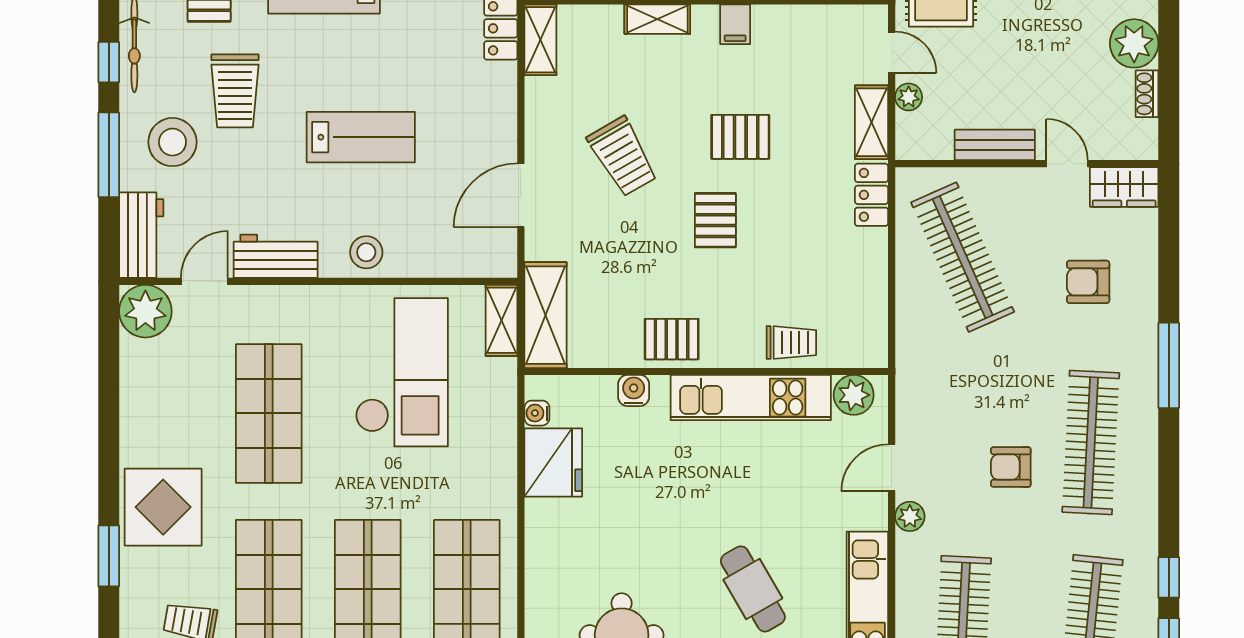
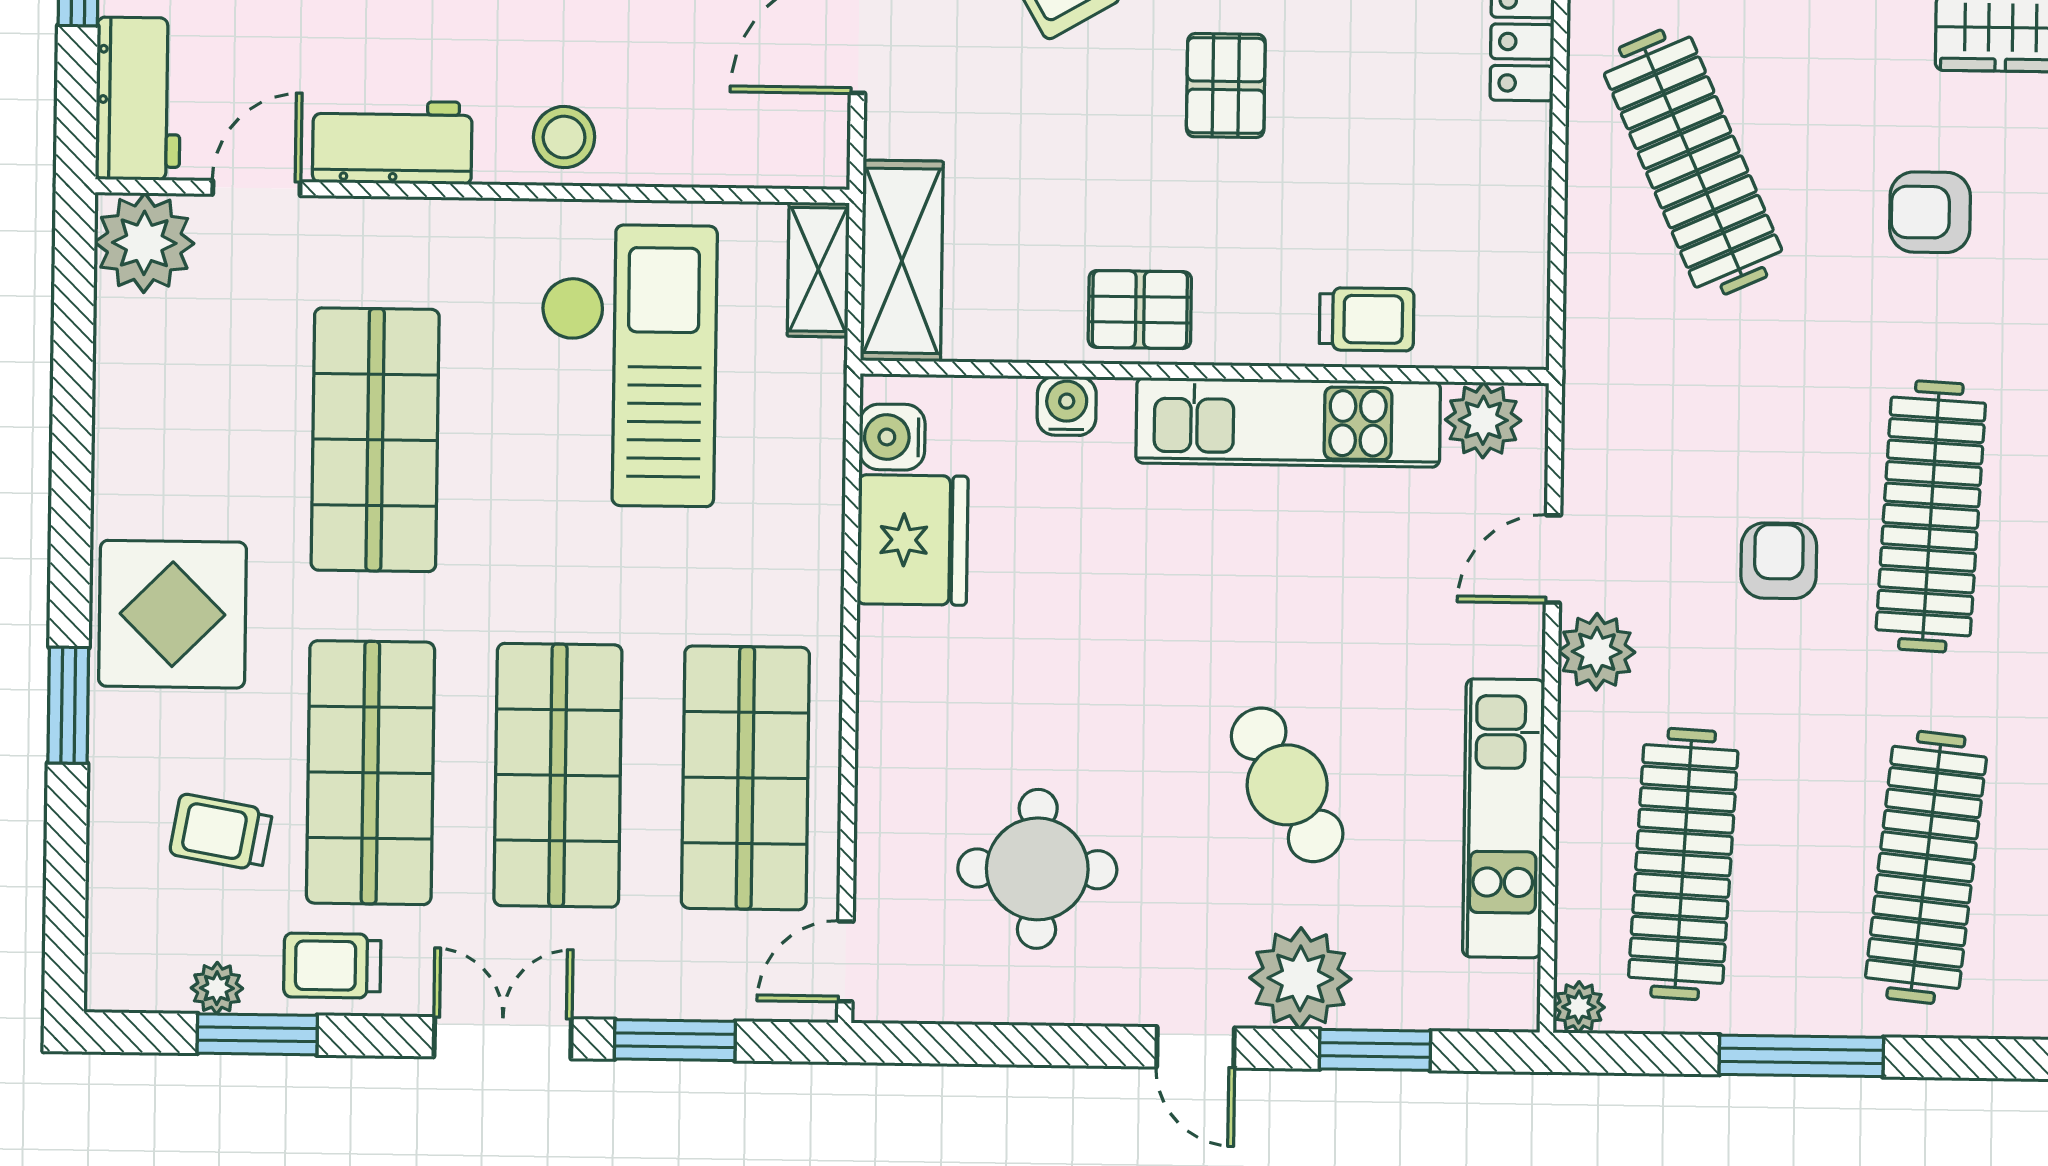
water cooler: (537, 413) -> (892, 437), width x1.38, depth x1.38
armchair: (1011, 467) -> (1779, 561), turned 90
plant: (910, 516) -> (1597, 652), width x1.38, depth x1.38

